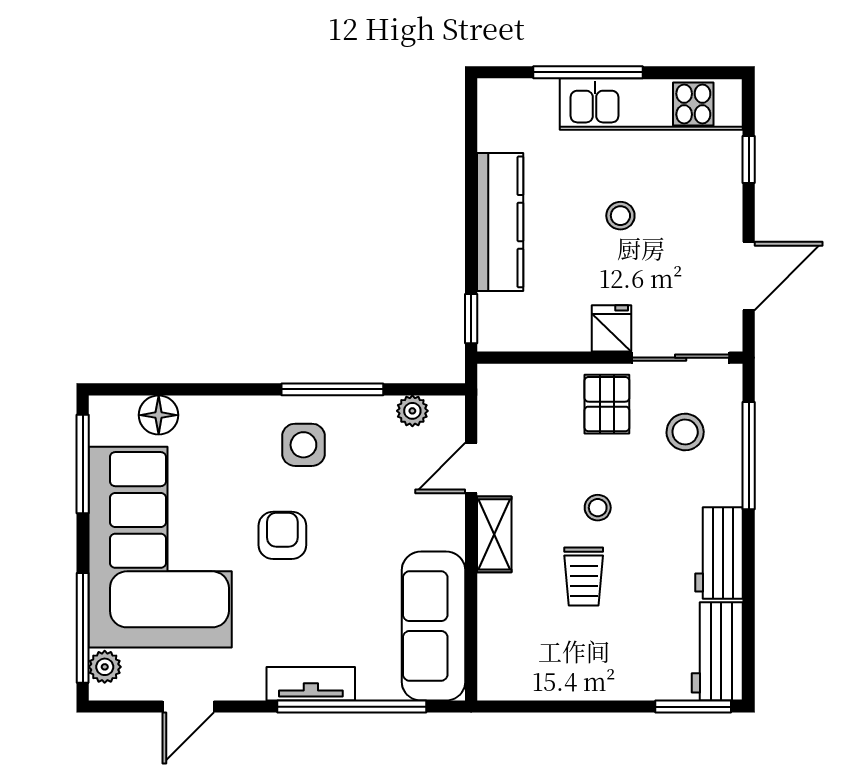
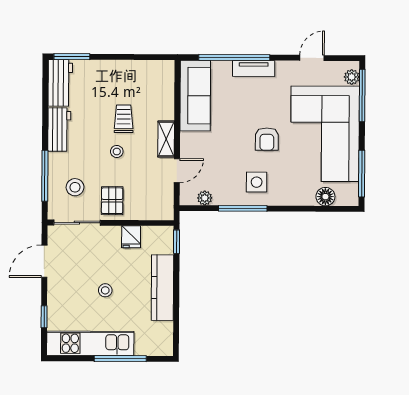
fridge: (612, 328) -> (131, 237), moved

